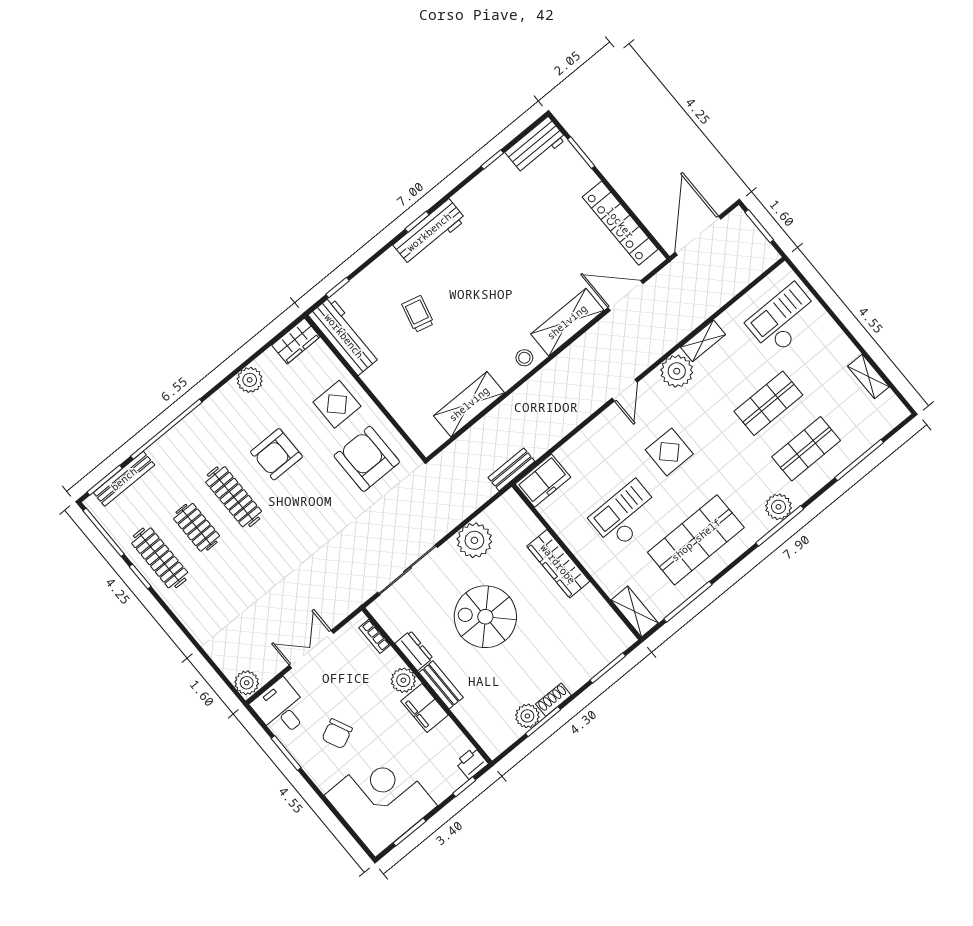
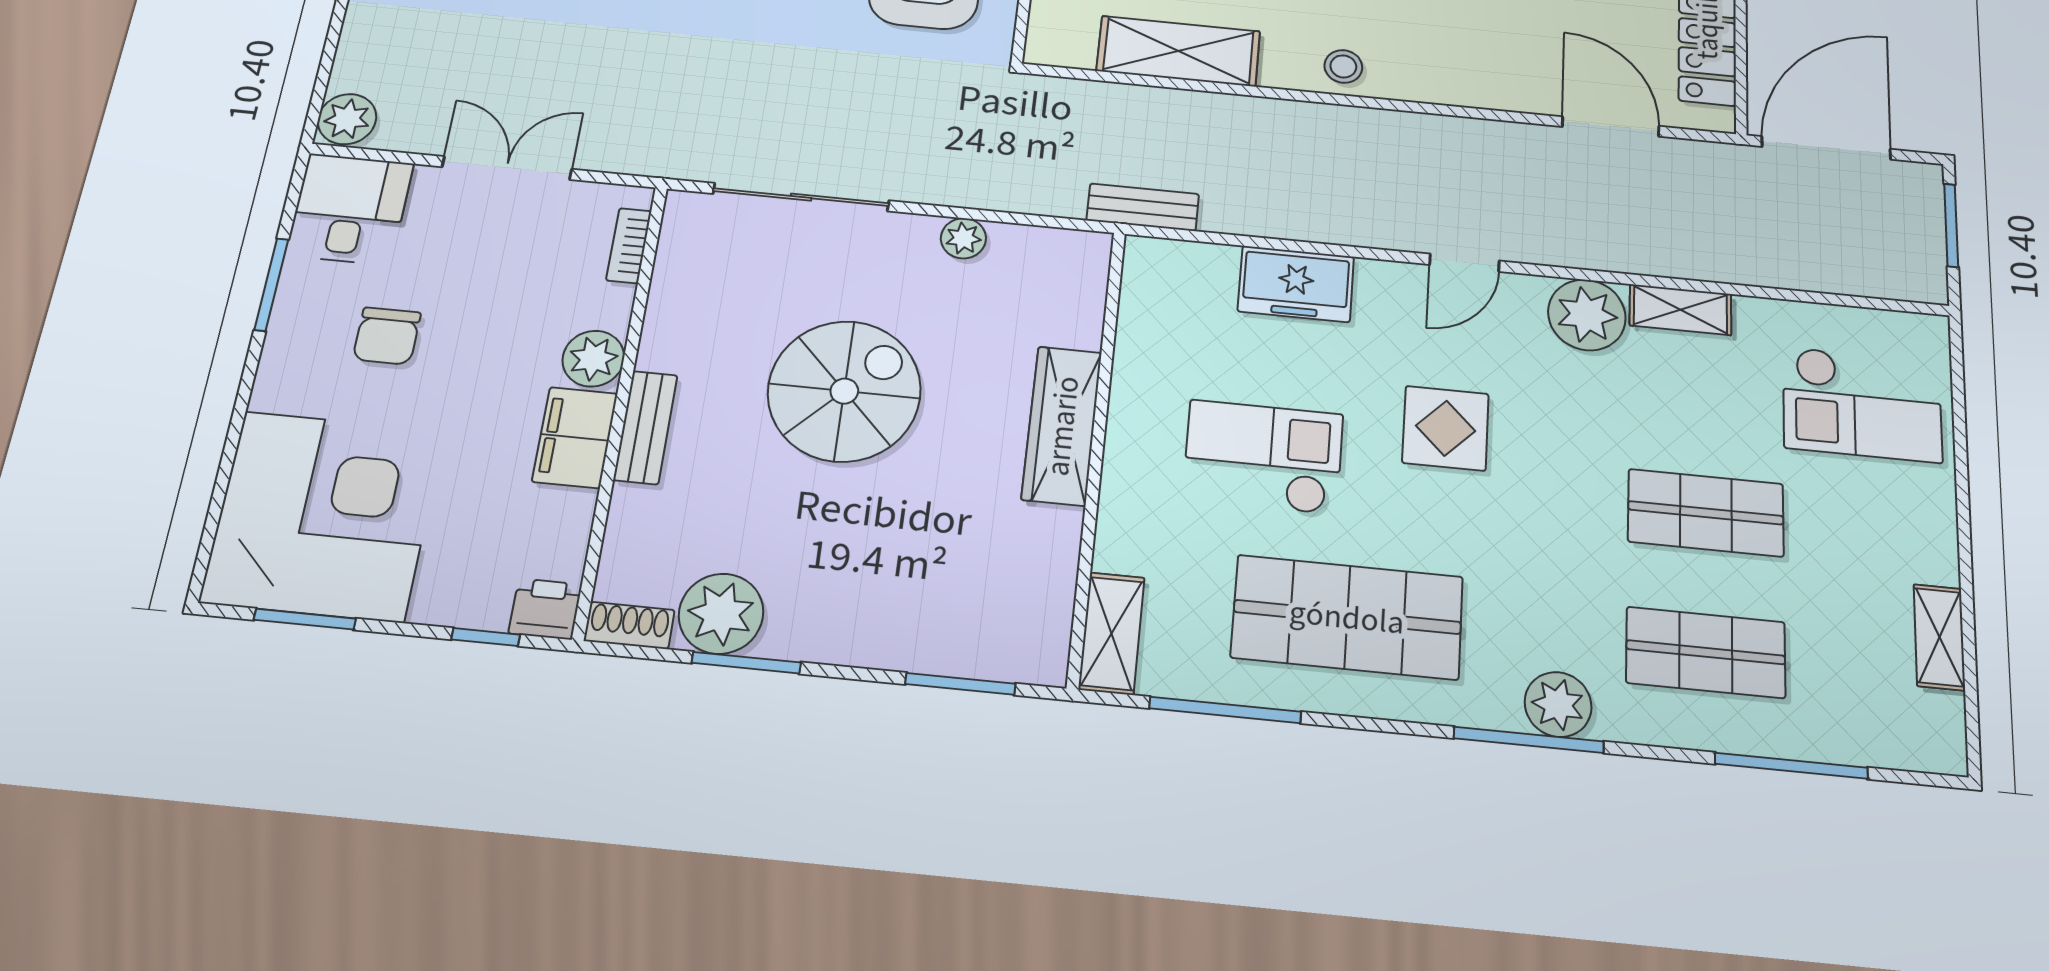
checkout: (784, 319) -> (1862, 404), turned 180
shelving: (567, 322) -> (1471, 79), removed
freezer: (543, 481) -> (1296, 284), moved
plant: (474, 540) -> (963, 238), width x0.53, depth x0.53
spiral stairs: (485, 617) -> (844, 391), turned 90
dresser: (414, 651) -> (665, 330), removed
shoe rack: (553, 700) -> (629, 625), moved
plant: (527, 716) -> (721, 614), width x1.36, depth x1.36
chair: (337, 734) -> (387, 336), turned -65

